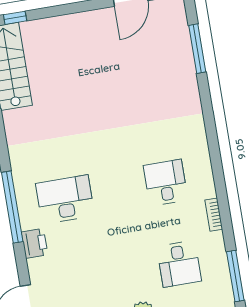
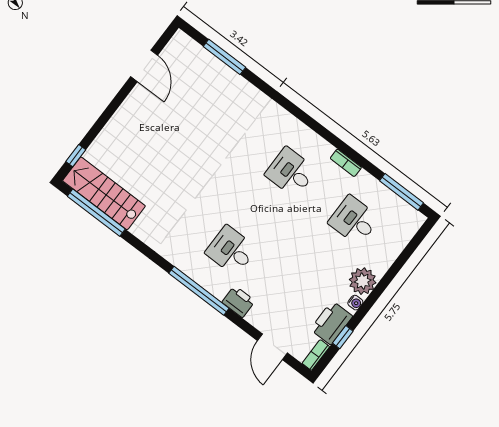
desk: (65, 199) -> (231, 250), width x0.73
desk: (179, 264) -> (354, 220), turned 180

